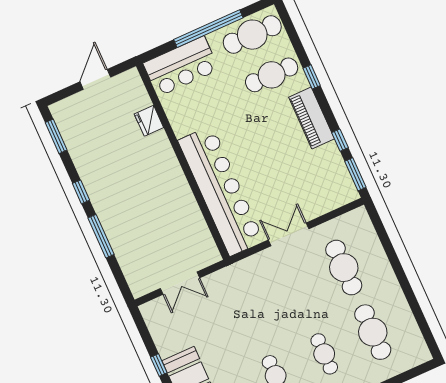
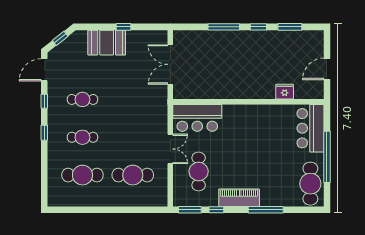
cafe table: (272, 75) -> (199, 171), moved
window: (312, 77) -> (266, 210), width x2.17
door: (95, 79) -> (327, 69), swing flipped
window: (56, 136) -> (290, 27), moved
bar counter: (221, 191) -> (197, 118), width x0.54
double door: (180, 283) -> (170, 64), width x1.37

